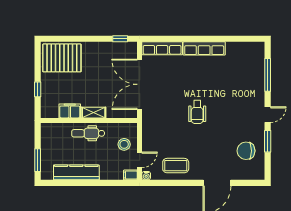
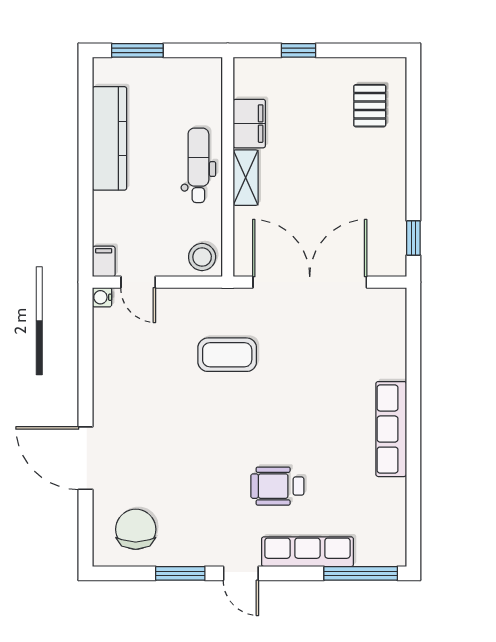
row of seats: (162, 48) -> (307, 552), moved, turned 90
pallet: (62, 58) -> (370, 106), width x0.49, depth x0.50
window: (268, 75) -> (361, 573), moved
wheelchair: (197, 112) -> (277, 486), moved
stool: (124, 144) -> (202, 257), moved
chair: (246, 151) -> (136, 529), moved
coffee table: (176, 166) -> (227, 355), moved, turned 90

